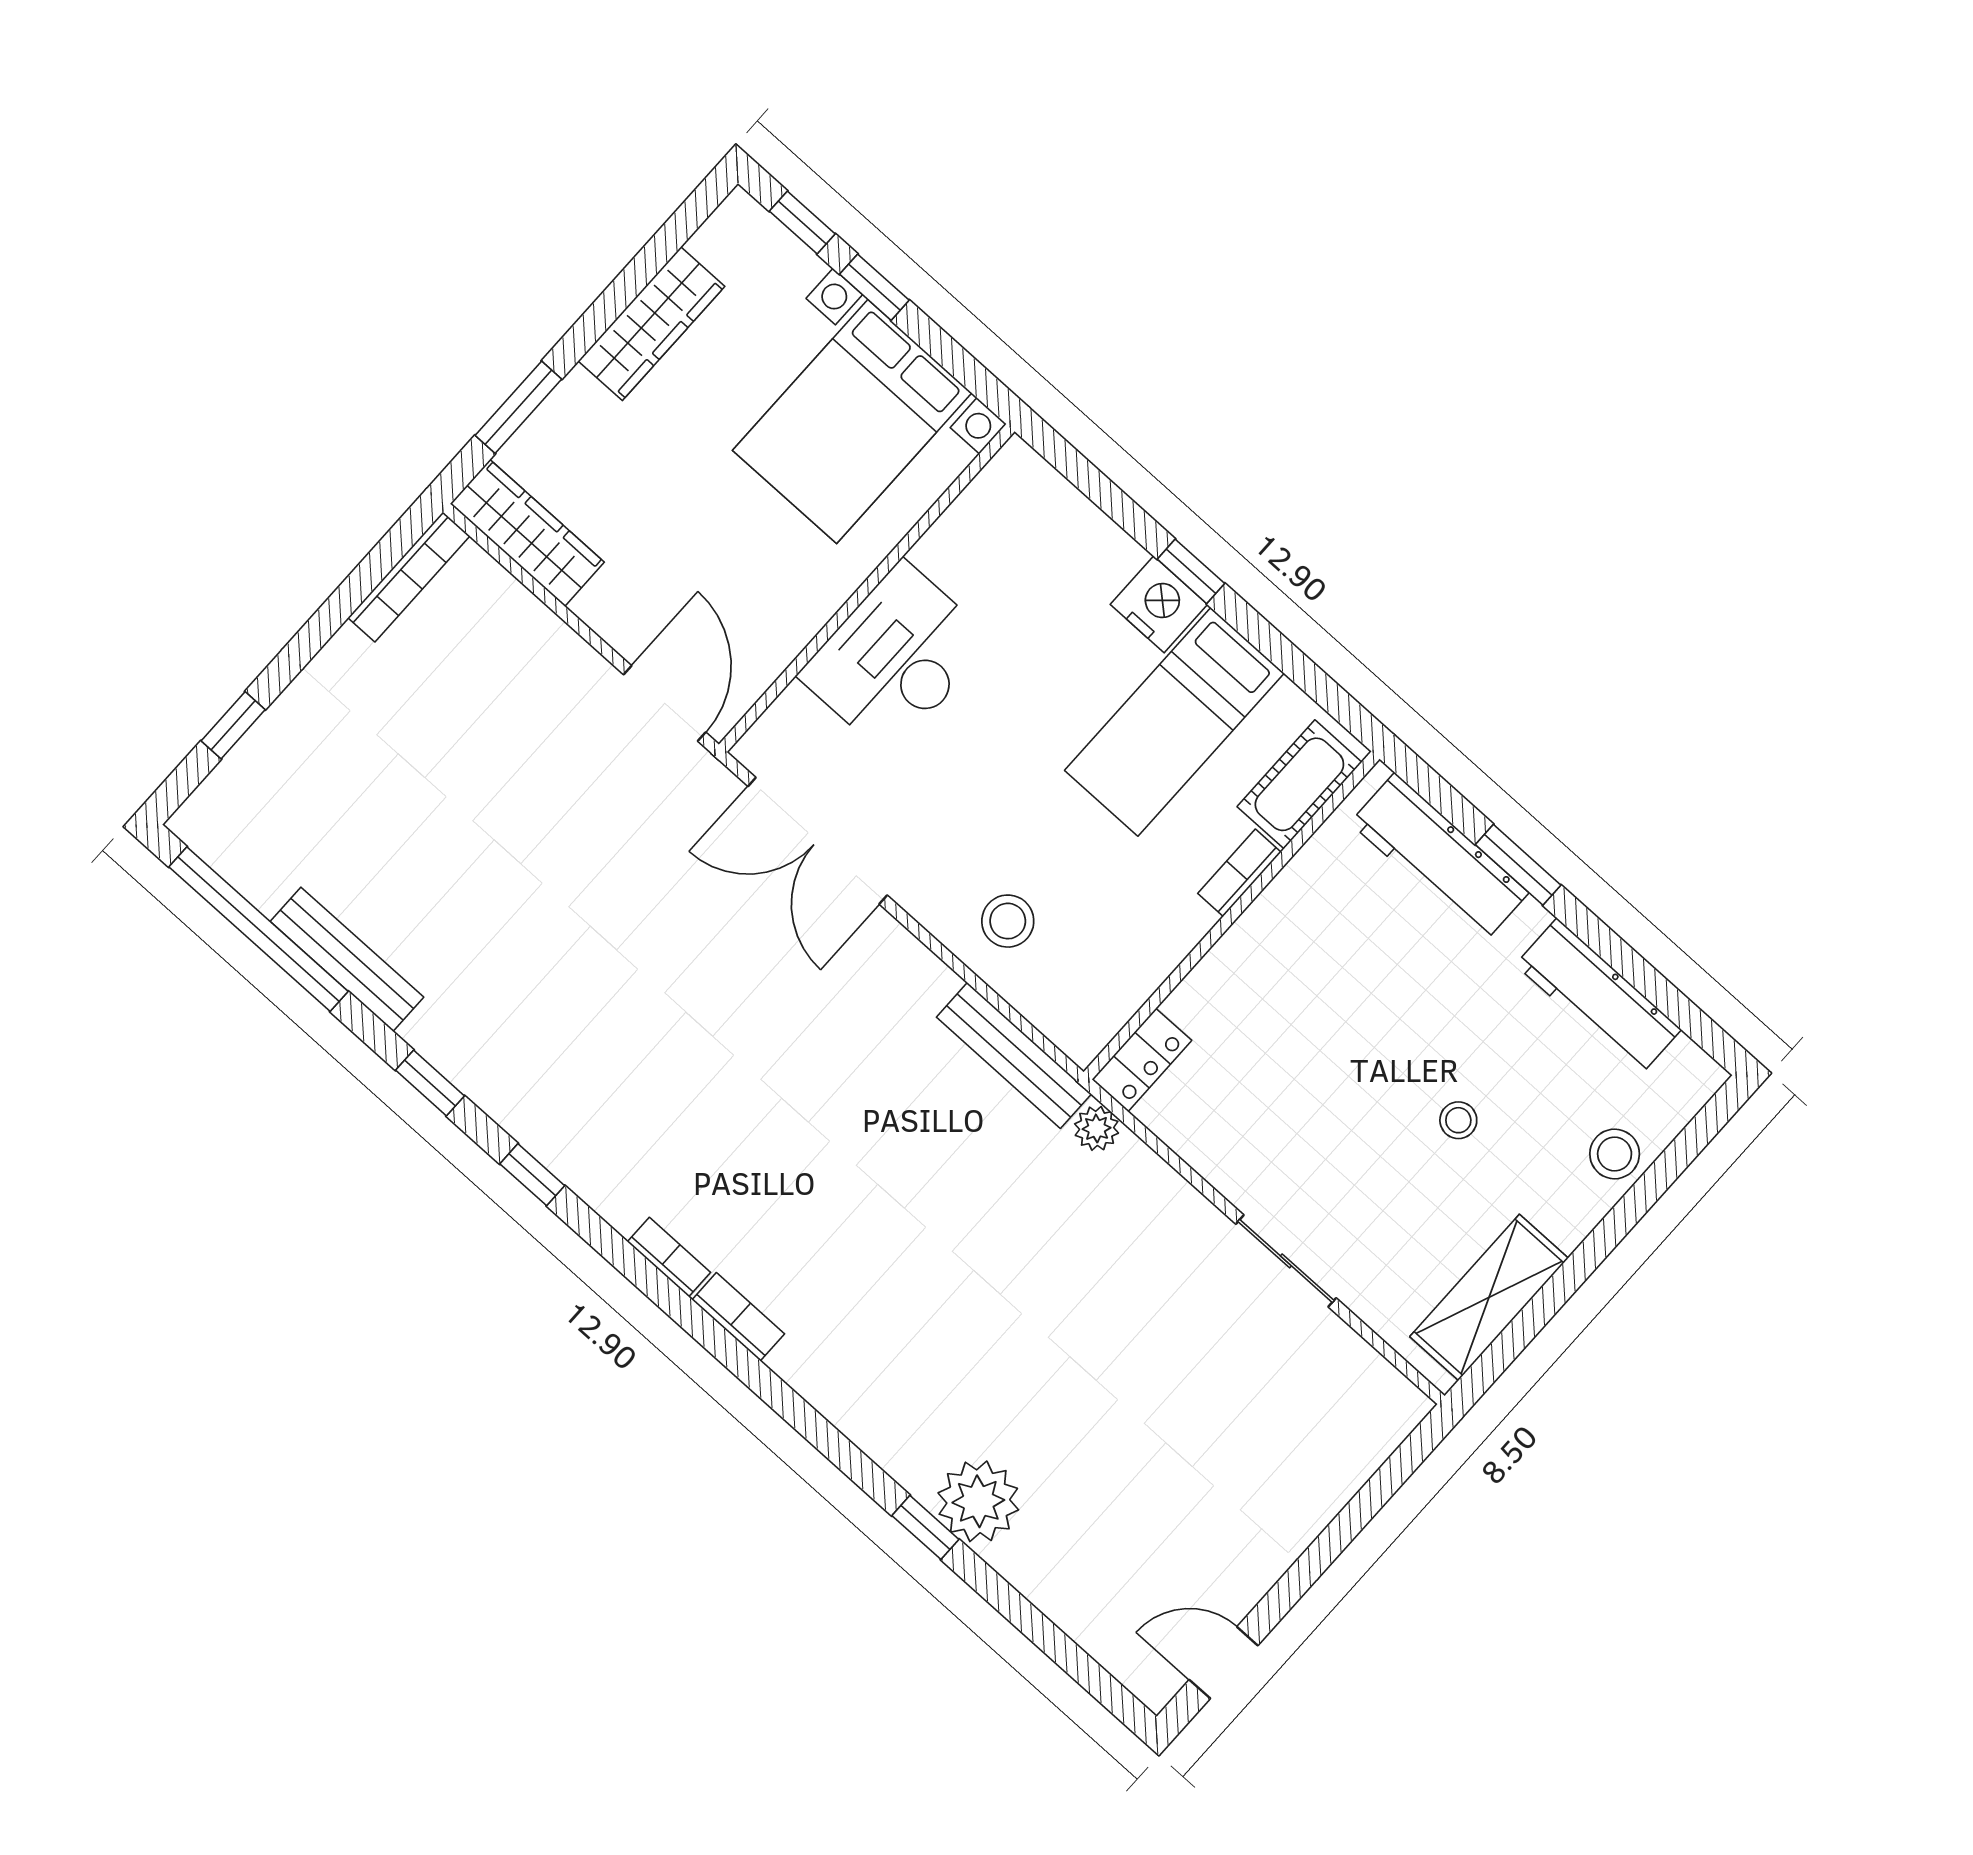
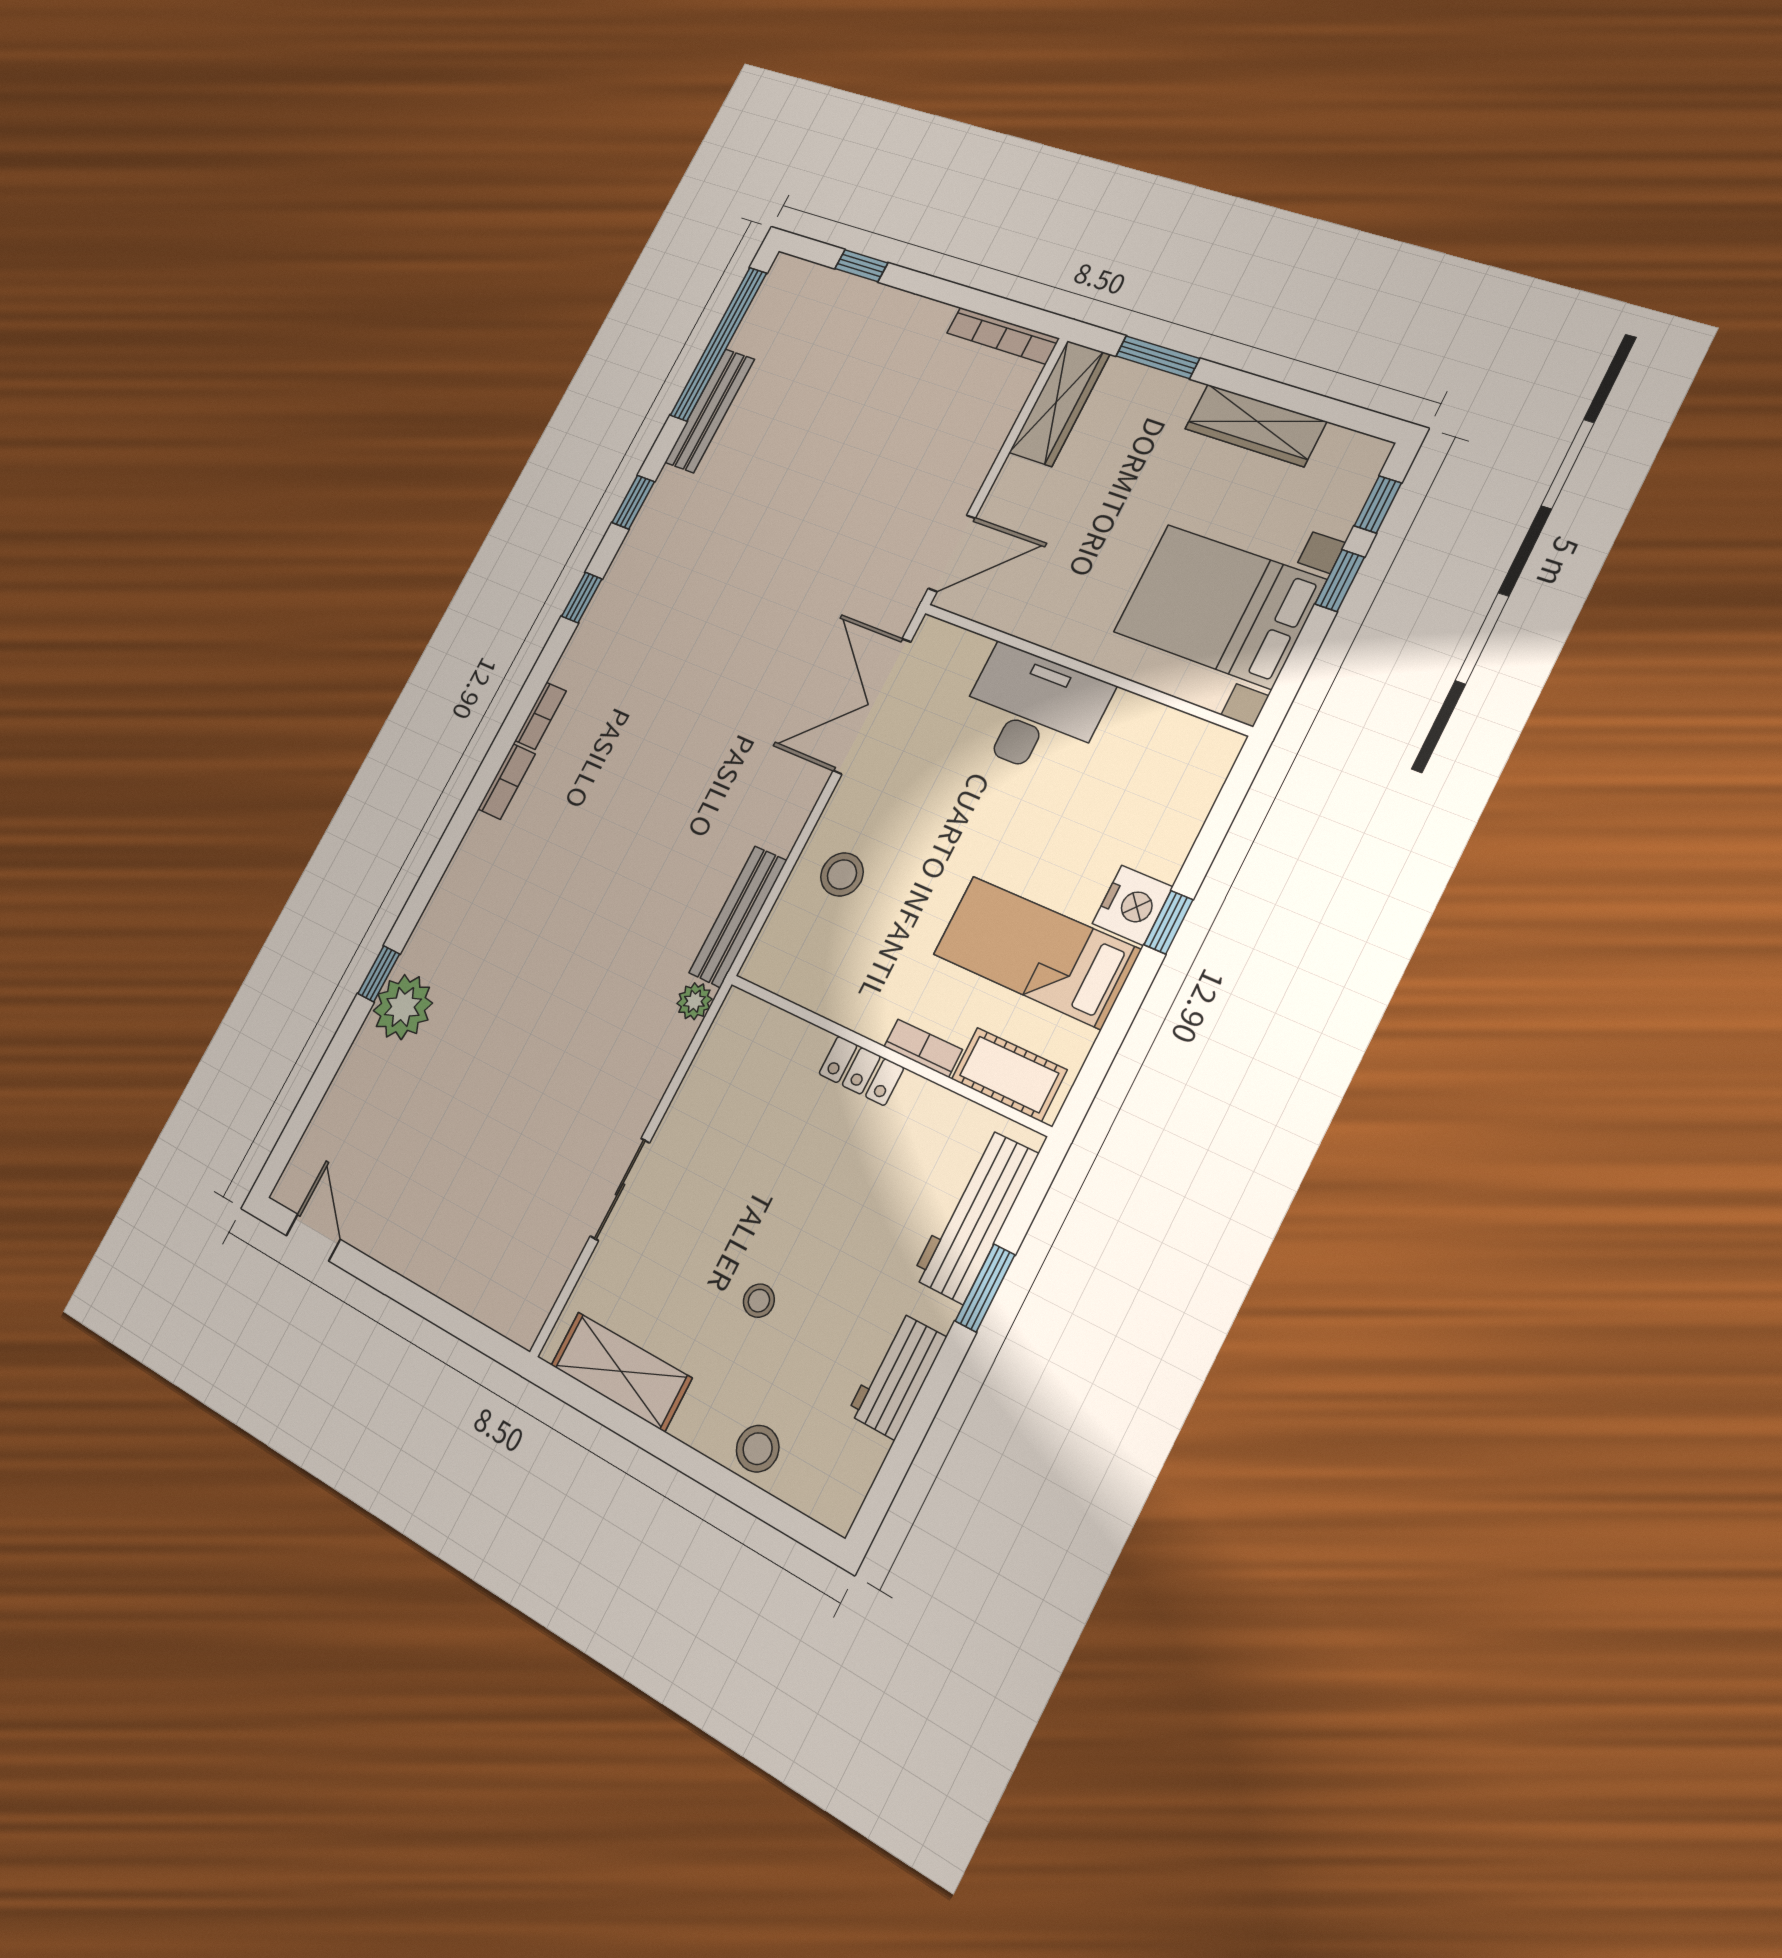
workbench: (1598, 997) -> (897, 1375), width x0.73
locker: (1142, 1060) -> (861, 1071), moved

